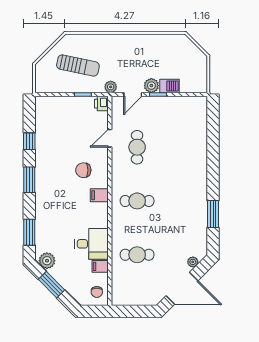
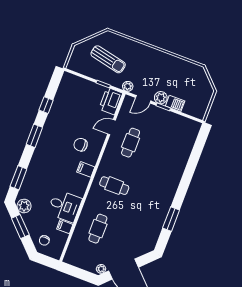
printer: (101, 104) -> (111, 101), width x1.87, depth x1.48
cafe table: (137, 255) -> (98, 229), turned 90
plant: (193, 262) -> (101, 269), moved
chair: (97, 292) -> (44, 240), moved

